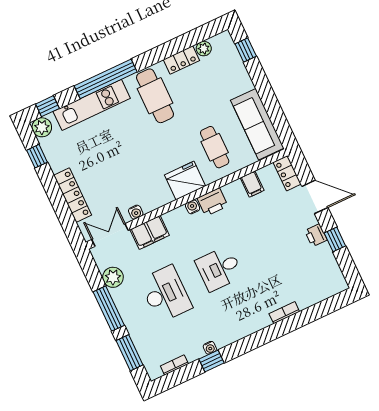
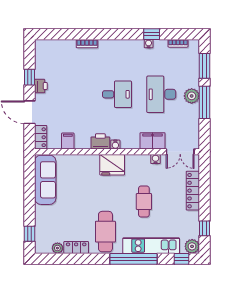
cafe table: (215, 147) -> (144, 201), moved
plant: (113, 277) -> (192, 96), moved

